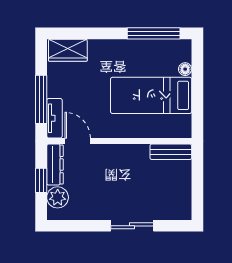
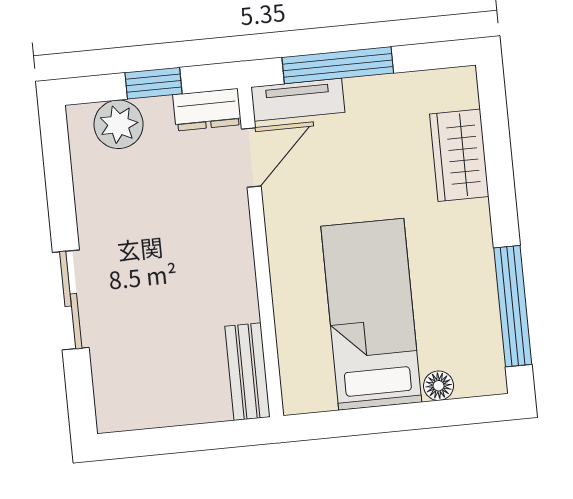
wardrobe: (68, 50) -> (459, 155), moved
dresser: (55, 165) -> (207, 110), width x0.70

